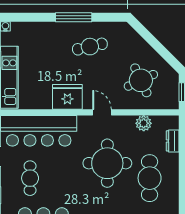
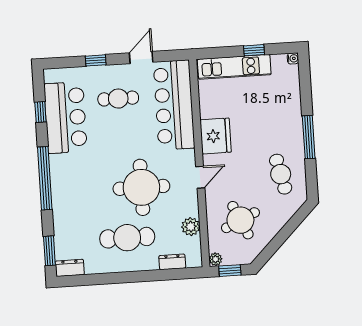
cafe table: (90, 47) -> (281, 174), moved
plant: (173, 104) -> (216, 259), added

